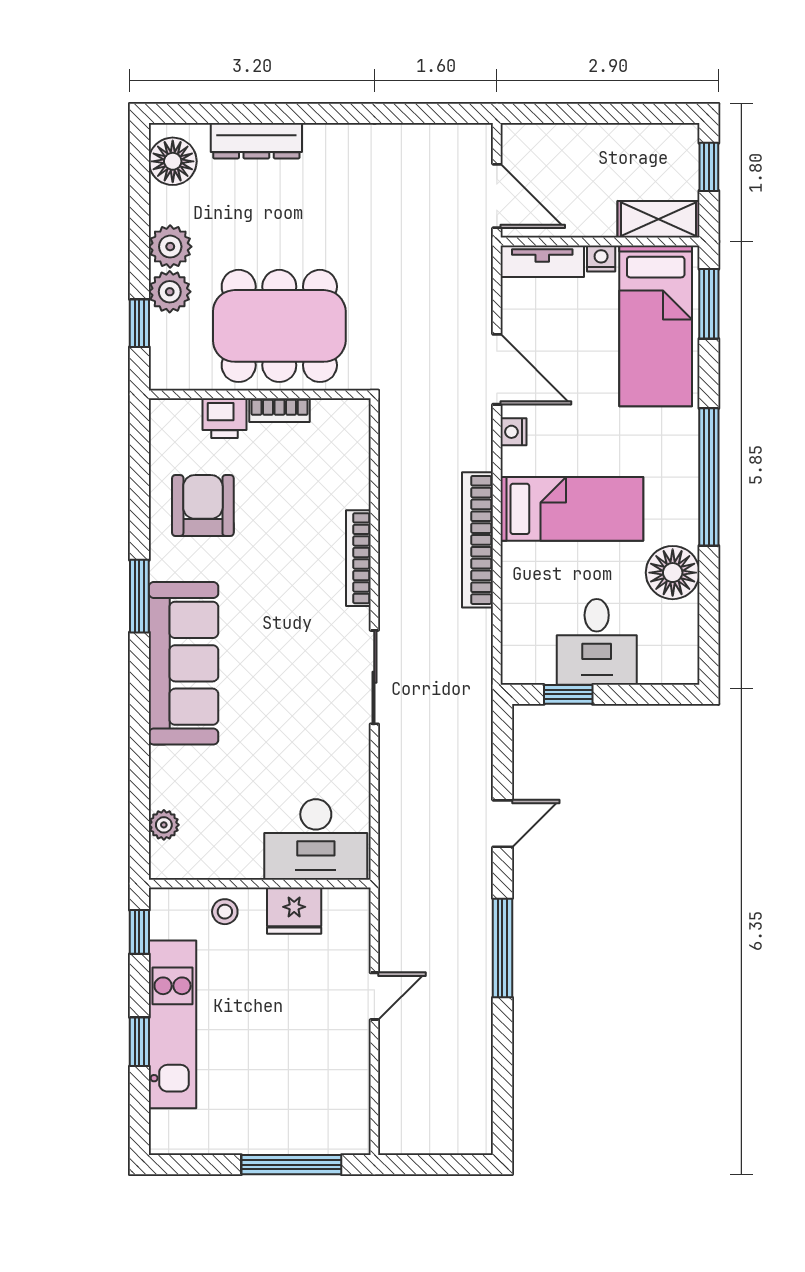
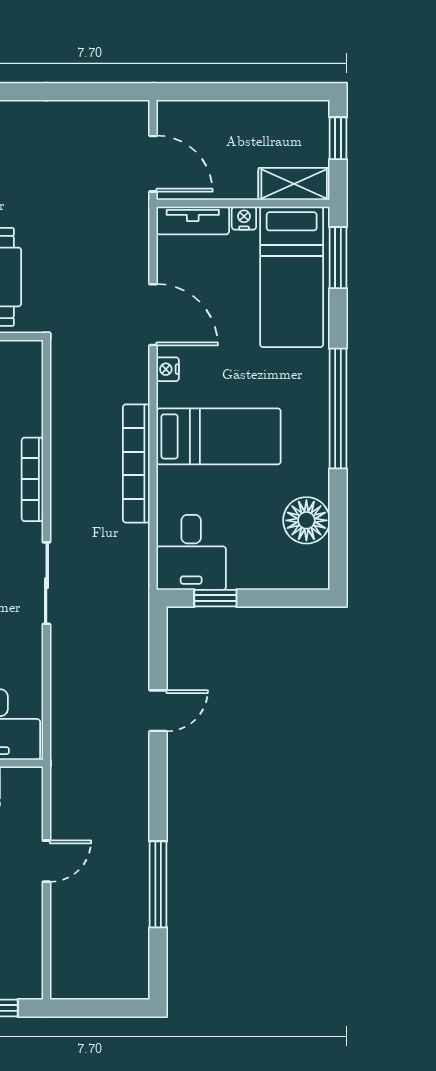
floor lamp: (673, 573) -> (306, 520), moved
desk: (597, 642) -> (191, 552), moved
window: (502, 948) -> (158, 884), moved

